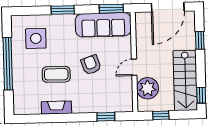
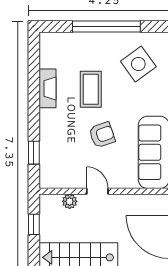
side table: (36, 38) -> (138, 64), turned -36
plant: (148, 88) -> (70, 201), width x0.53, depth x0.53

